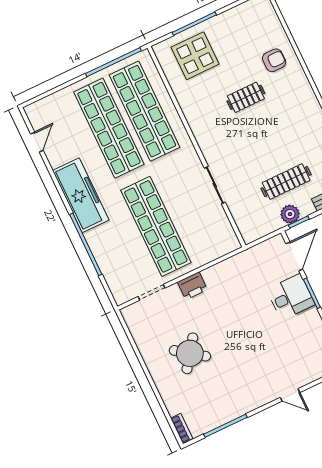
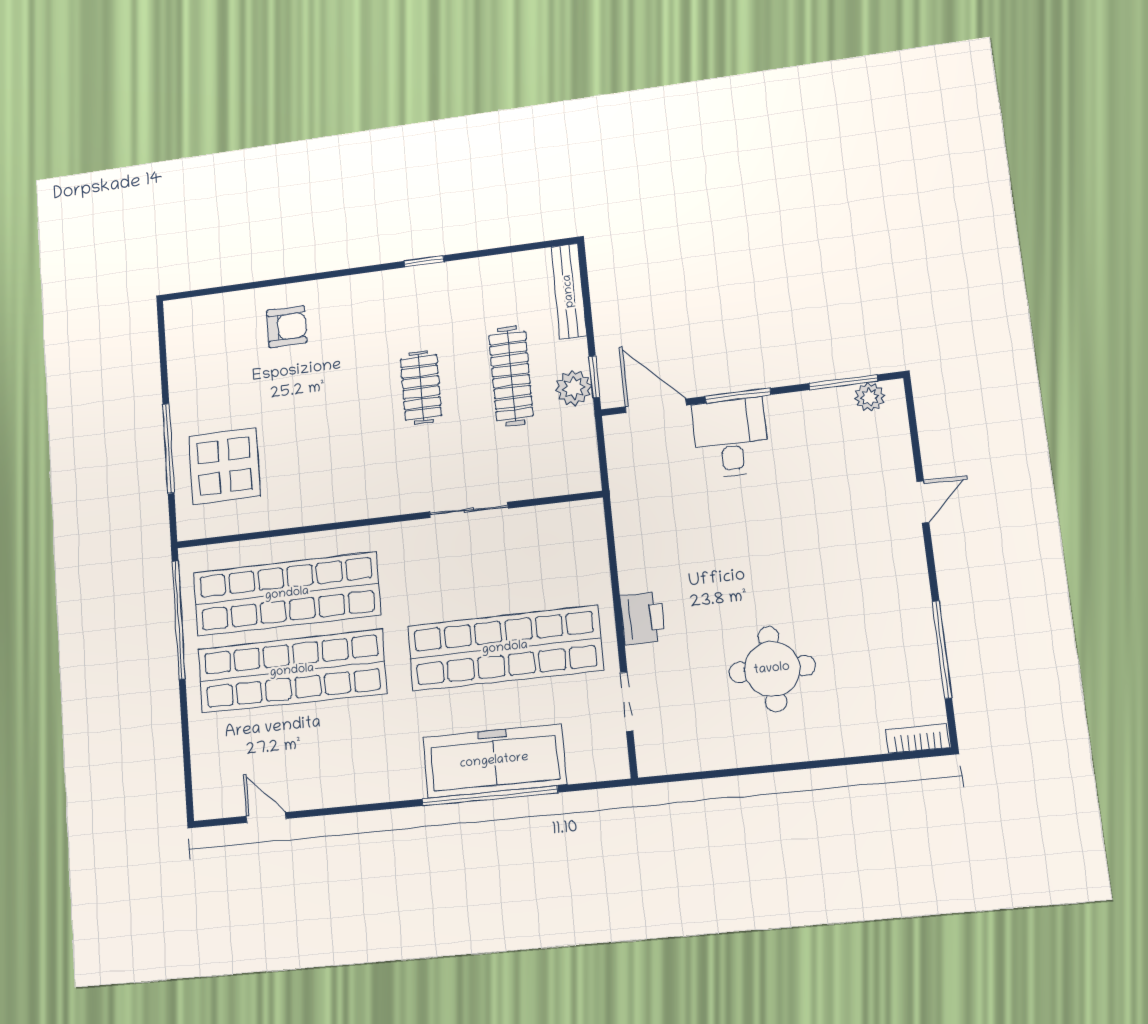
armchair: (274, 60) -> (287, 327), turned 90
clothes rail: (246, 97) -> (421, 387), moved
freezer: (81, 195) -> (494, 761), moved
round table: (190, 353) -> (772, 669), turned -36

